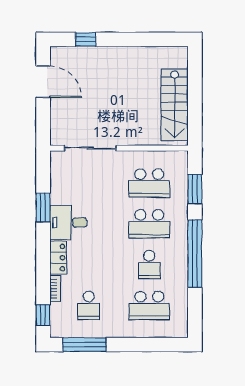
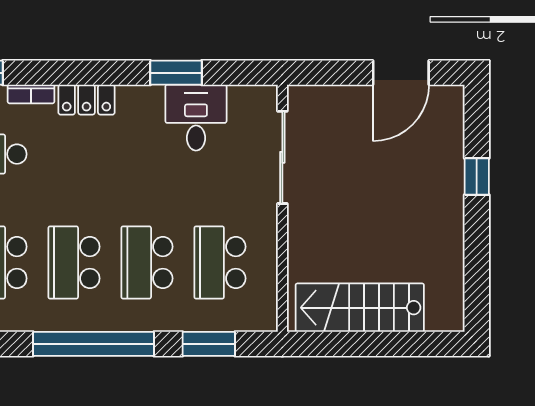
window: (86, 39) -> (477, 177), moved
desk: (68, 223) -> (196, 118), moved
school desk: (149, 265) -> (74, 262), width x1.85

